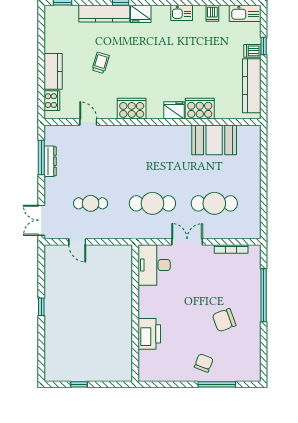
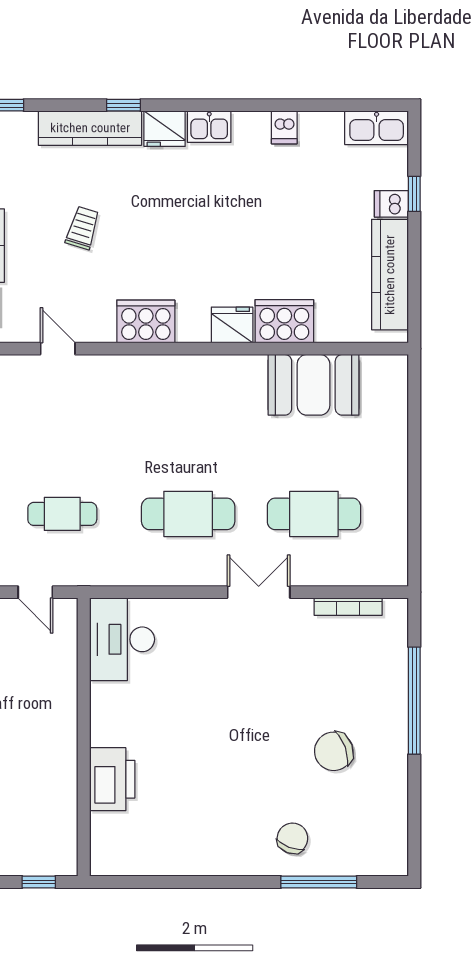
kitchen sink: (182, 13) -> (209, 127), moved
dishwasher: (212, 13) -> (284, 127), moved
desk: (154, 265) -> (122, 639), moved
wall: (135, 313) -> (84, 737), moved
printer: (149, 334) -> (112, 779), moved

